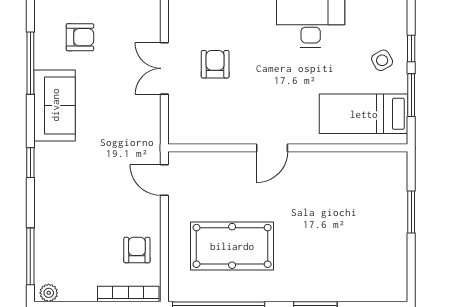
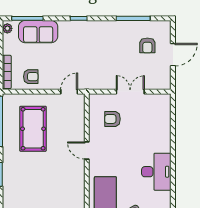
armchair: (215, 64) -> (112, 119), moved, turned 180
sofa: (55, 105) -> (38, 32), moved

